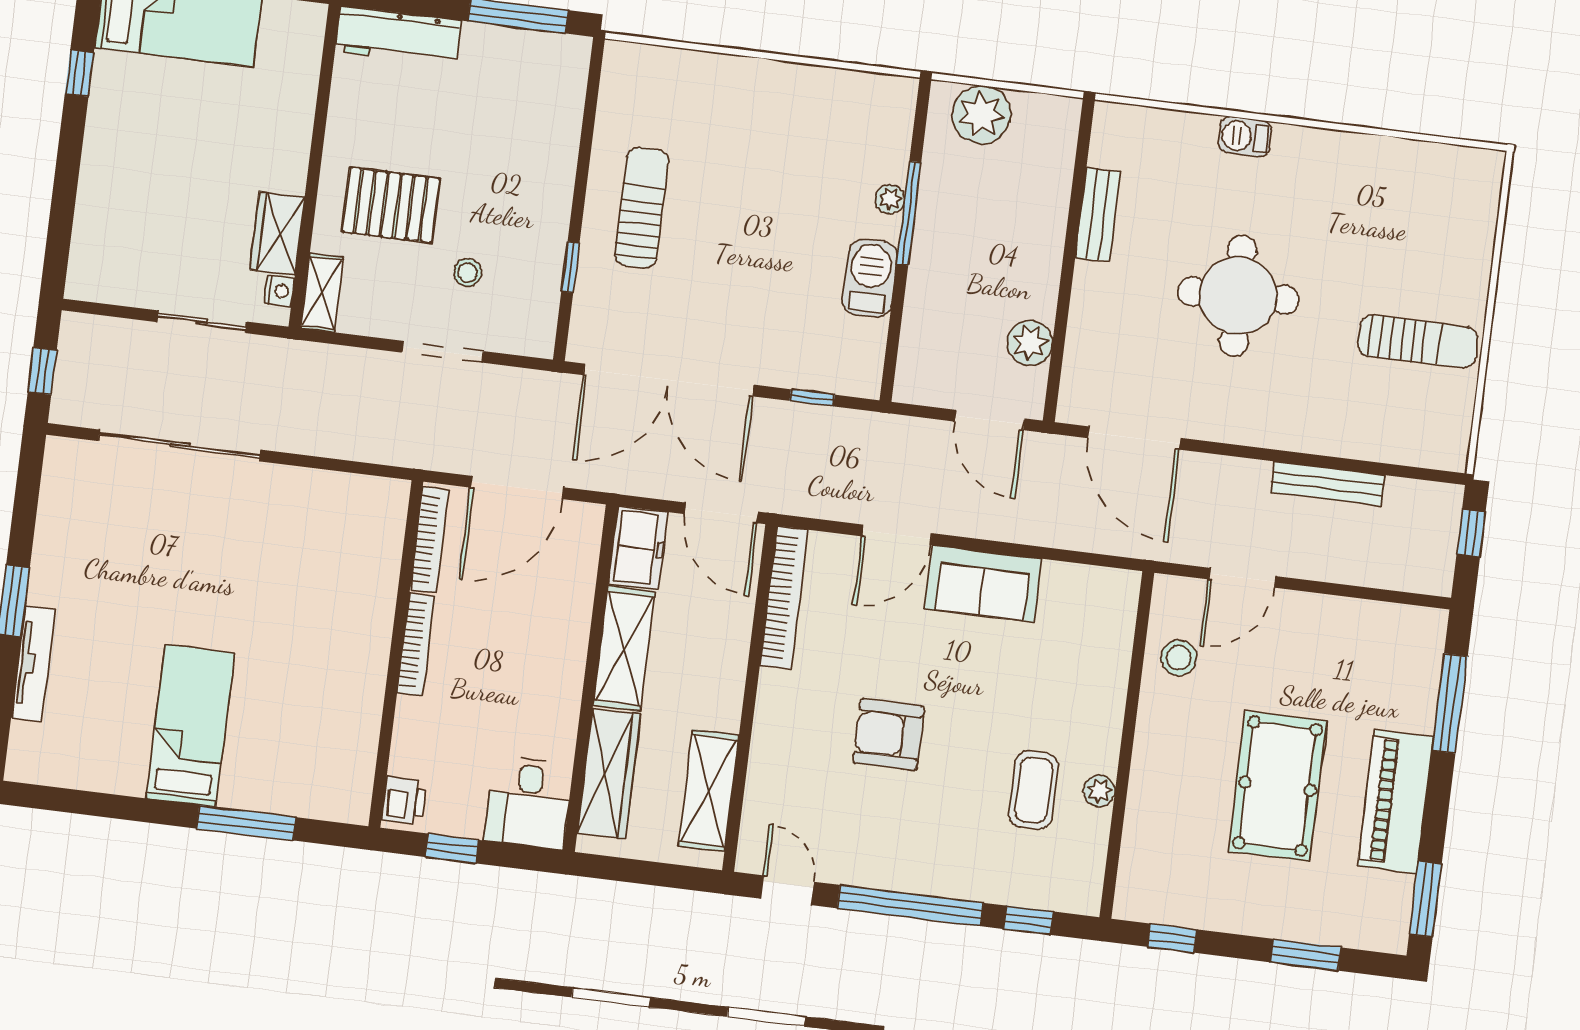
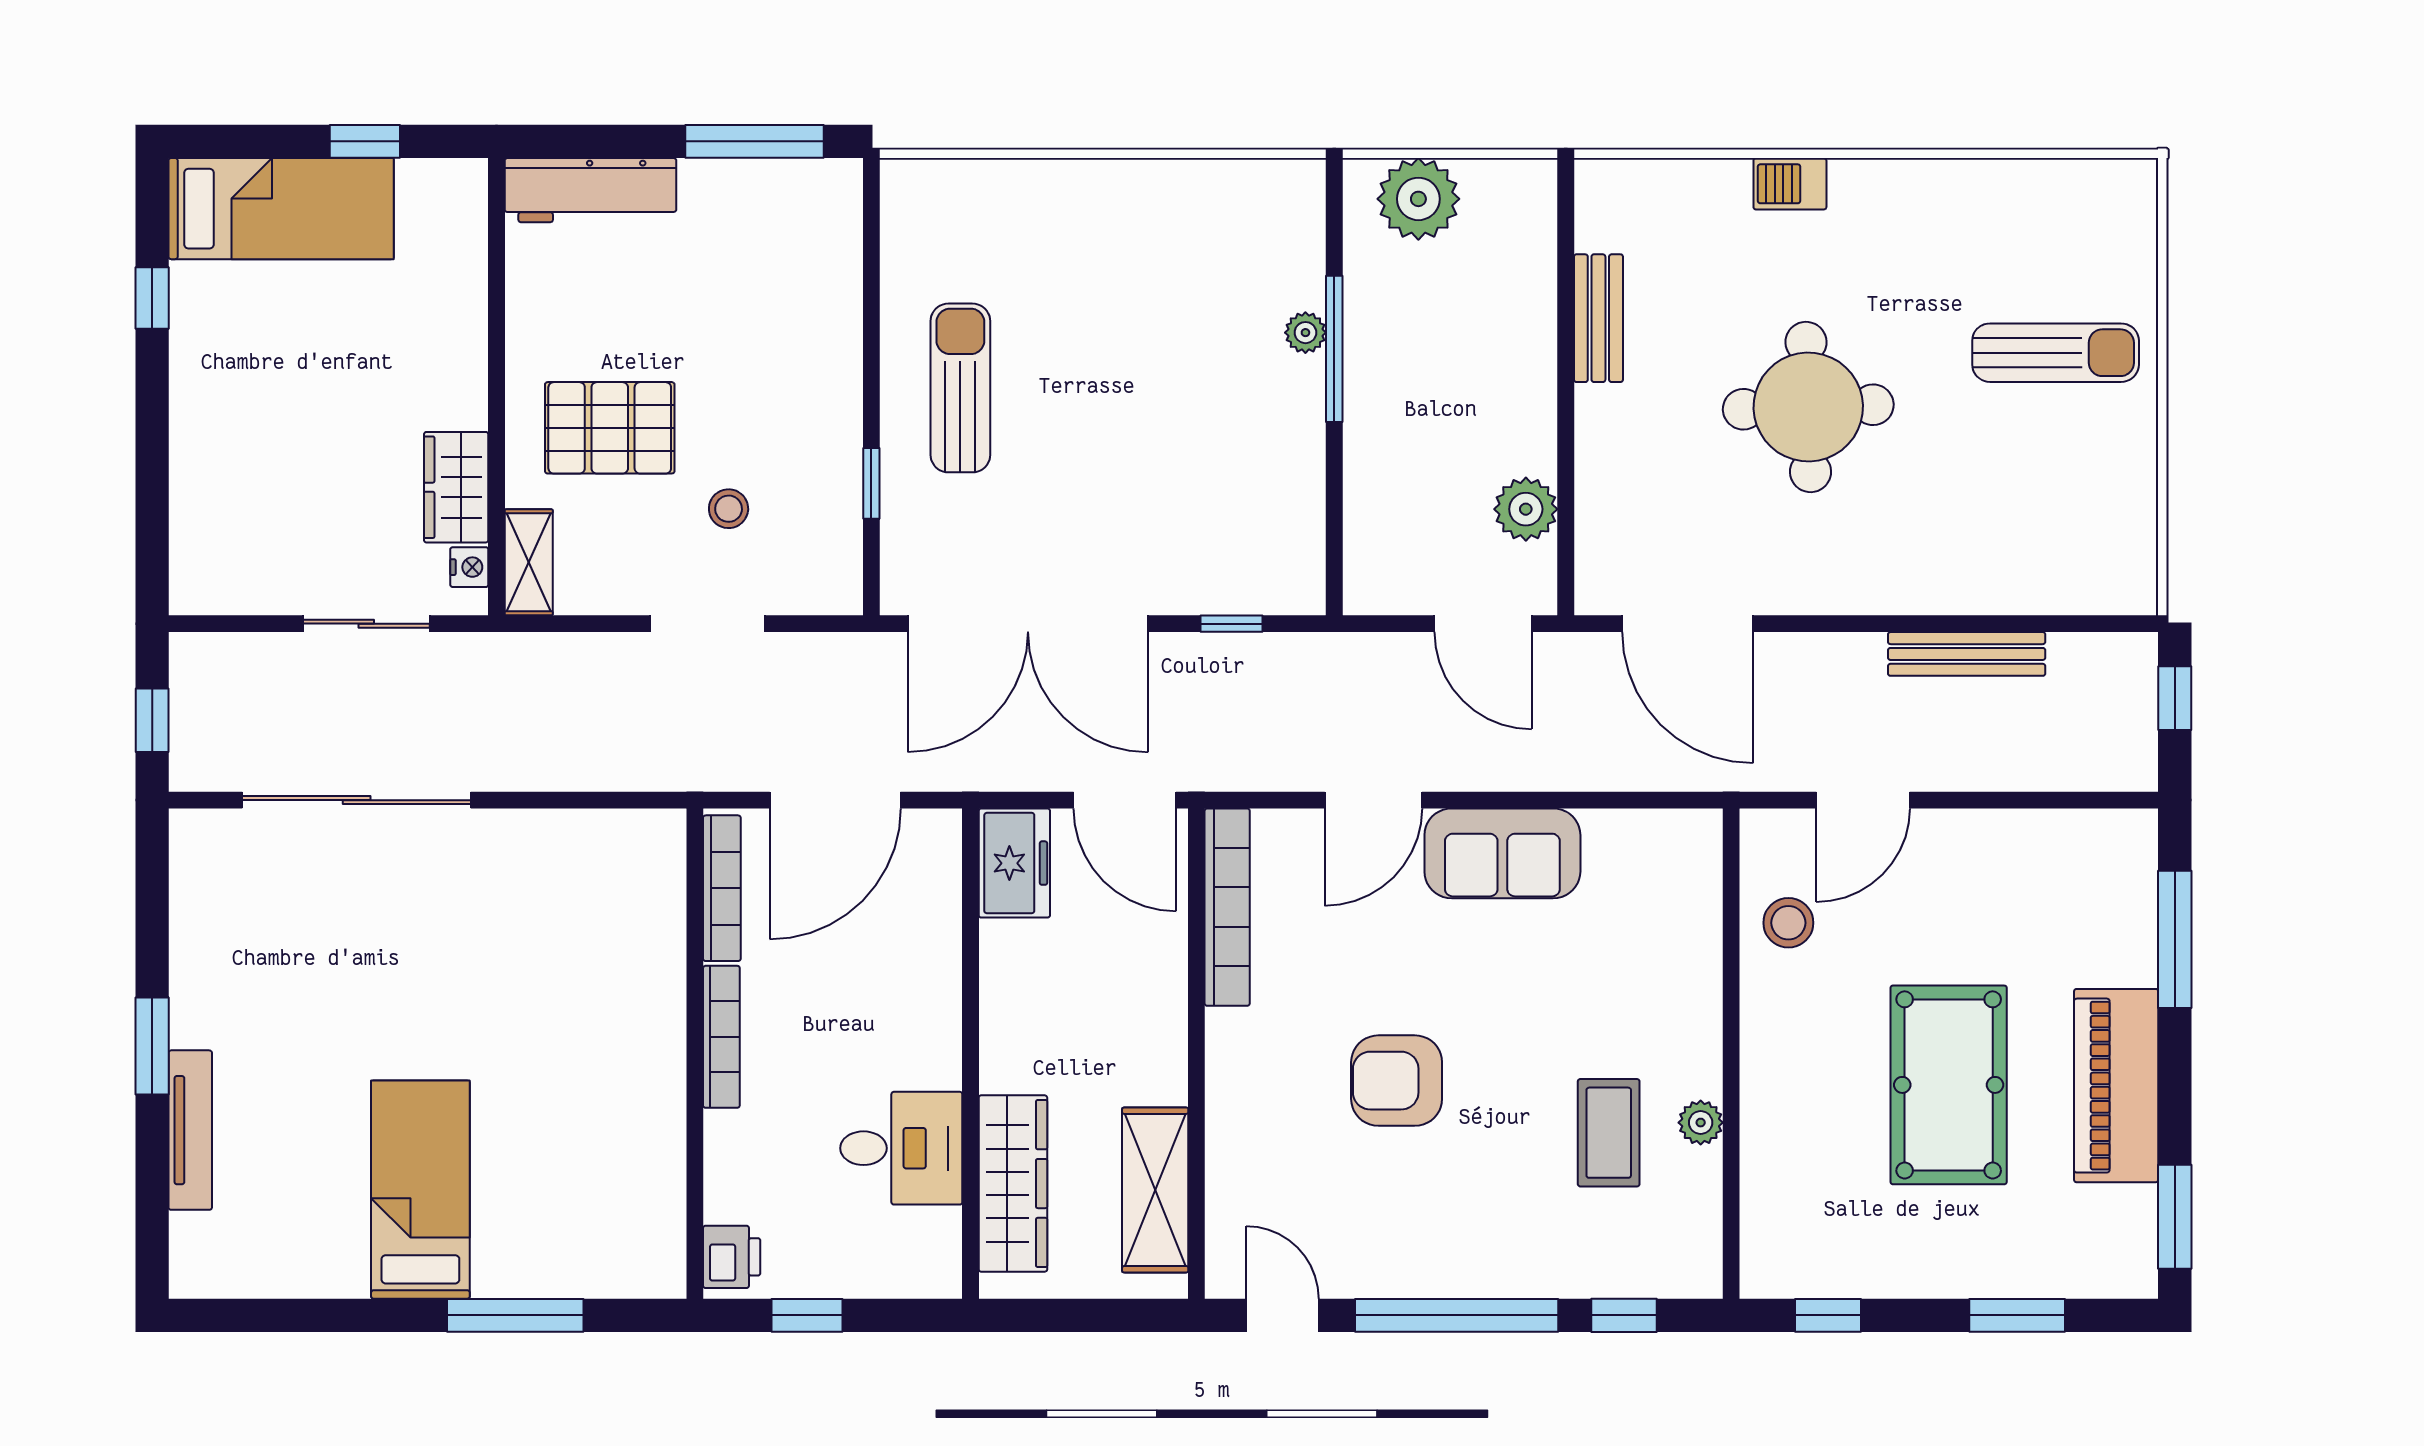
barbecue: (870, 278) -> (1291, 447), removed
sun lounger: (1418, 342) -> (2056, 353), moved
shelving: (624, 649) -> (1012, 1006), removed
desk: (528, 802) -> (901, 1148), moved, turned -90

